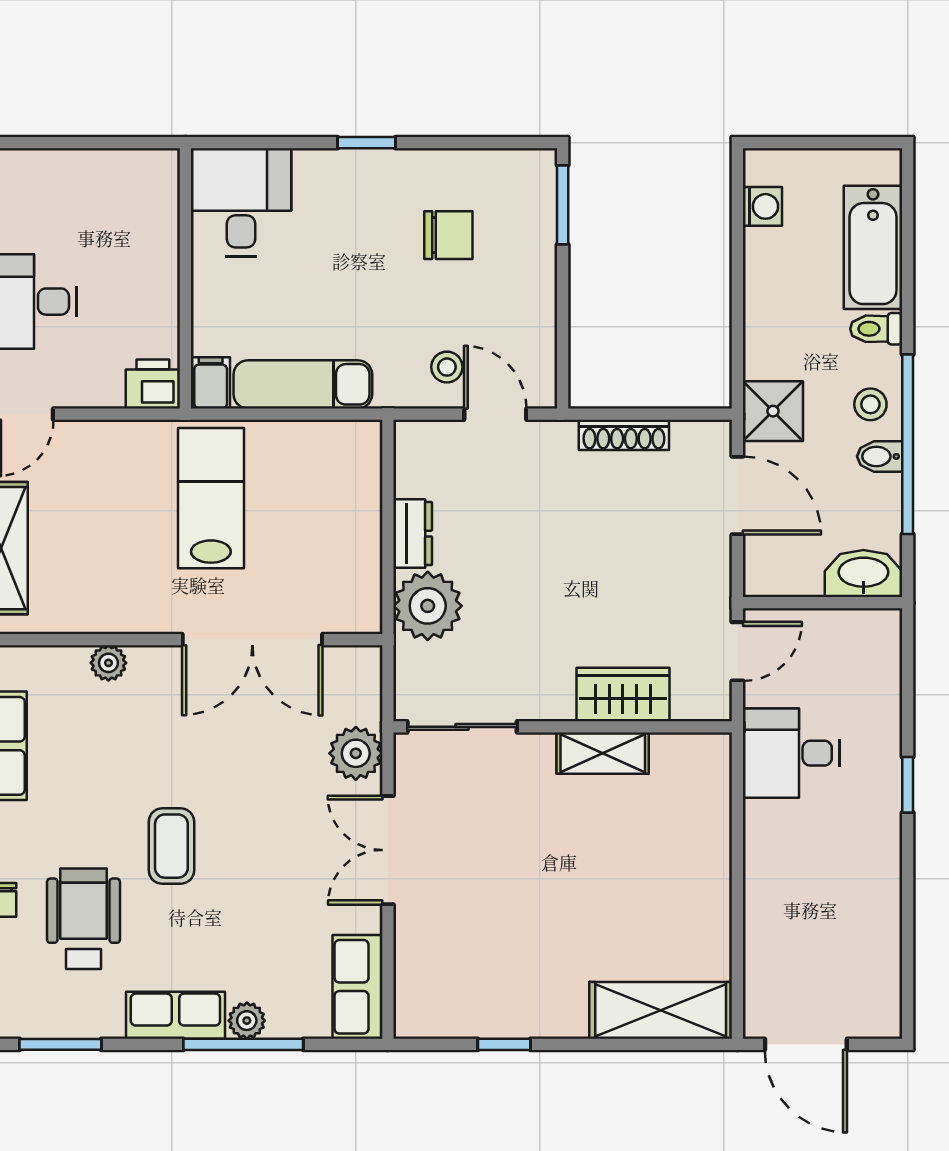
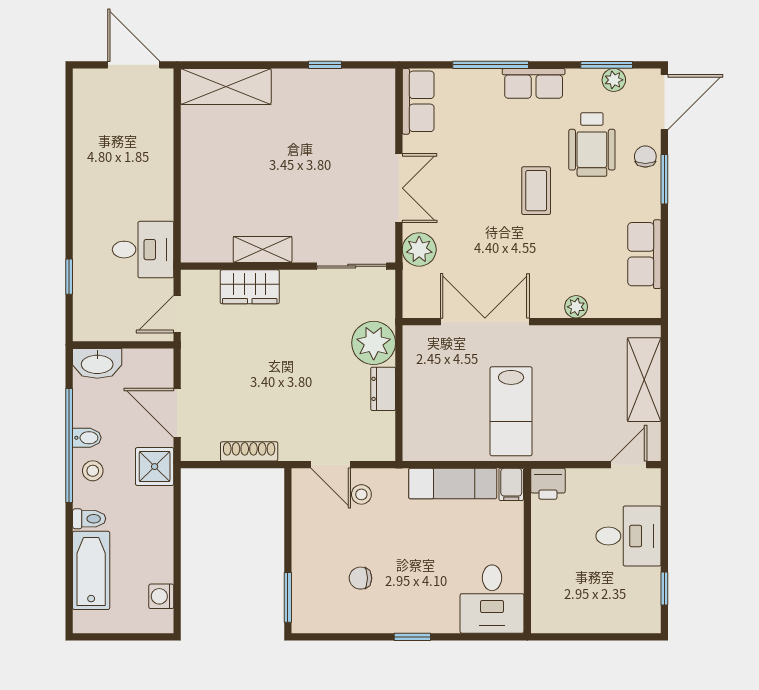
chair: (448, 235) -> (360, 578), width x0.73, depth x0.73
window: (908, 785) -> (69, 277), moved
plant: (247, 1021) -> (614, 80), moved

